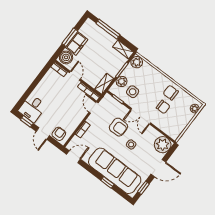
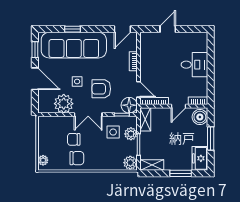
window: (108, 29) -> (181, 173), width x0.69
freezer: (77, 43) -> (200, 158), moved
door: (75, 76) -> (178, 106), hinge flipped
floor lamp: (108, 102) -> (129, 105), added
desk: (32, 108) -> (194, 65), moved, turned 90
double door: (141, 116) -> (88, 115), swing flipped
window: (27, 121) -> (191, 29), removed
door: (43, 134) -> (168, 29), hinge flipped
armchair: (59, 134) -> (152, 40), removed
plant: (163, 145) -> (64, 104), moved
door: (158, 168) -> (35, 79), swing flipped

